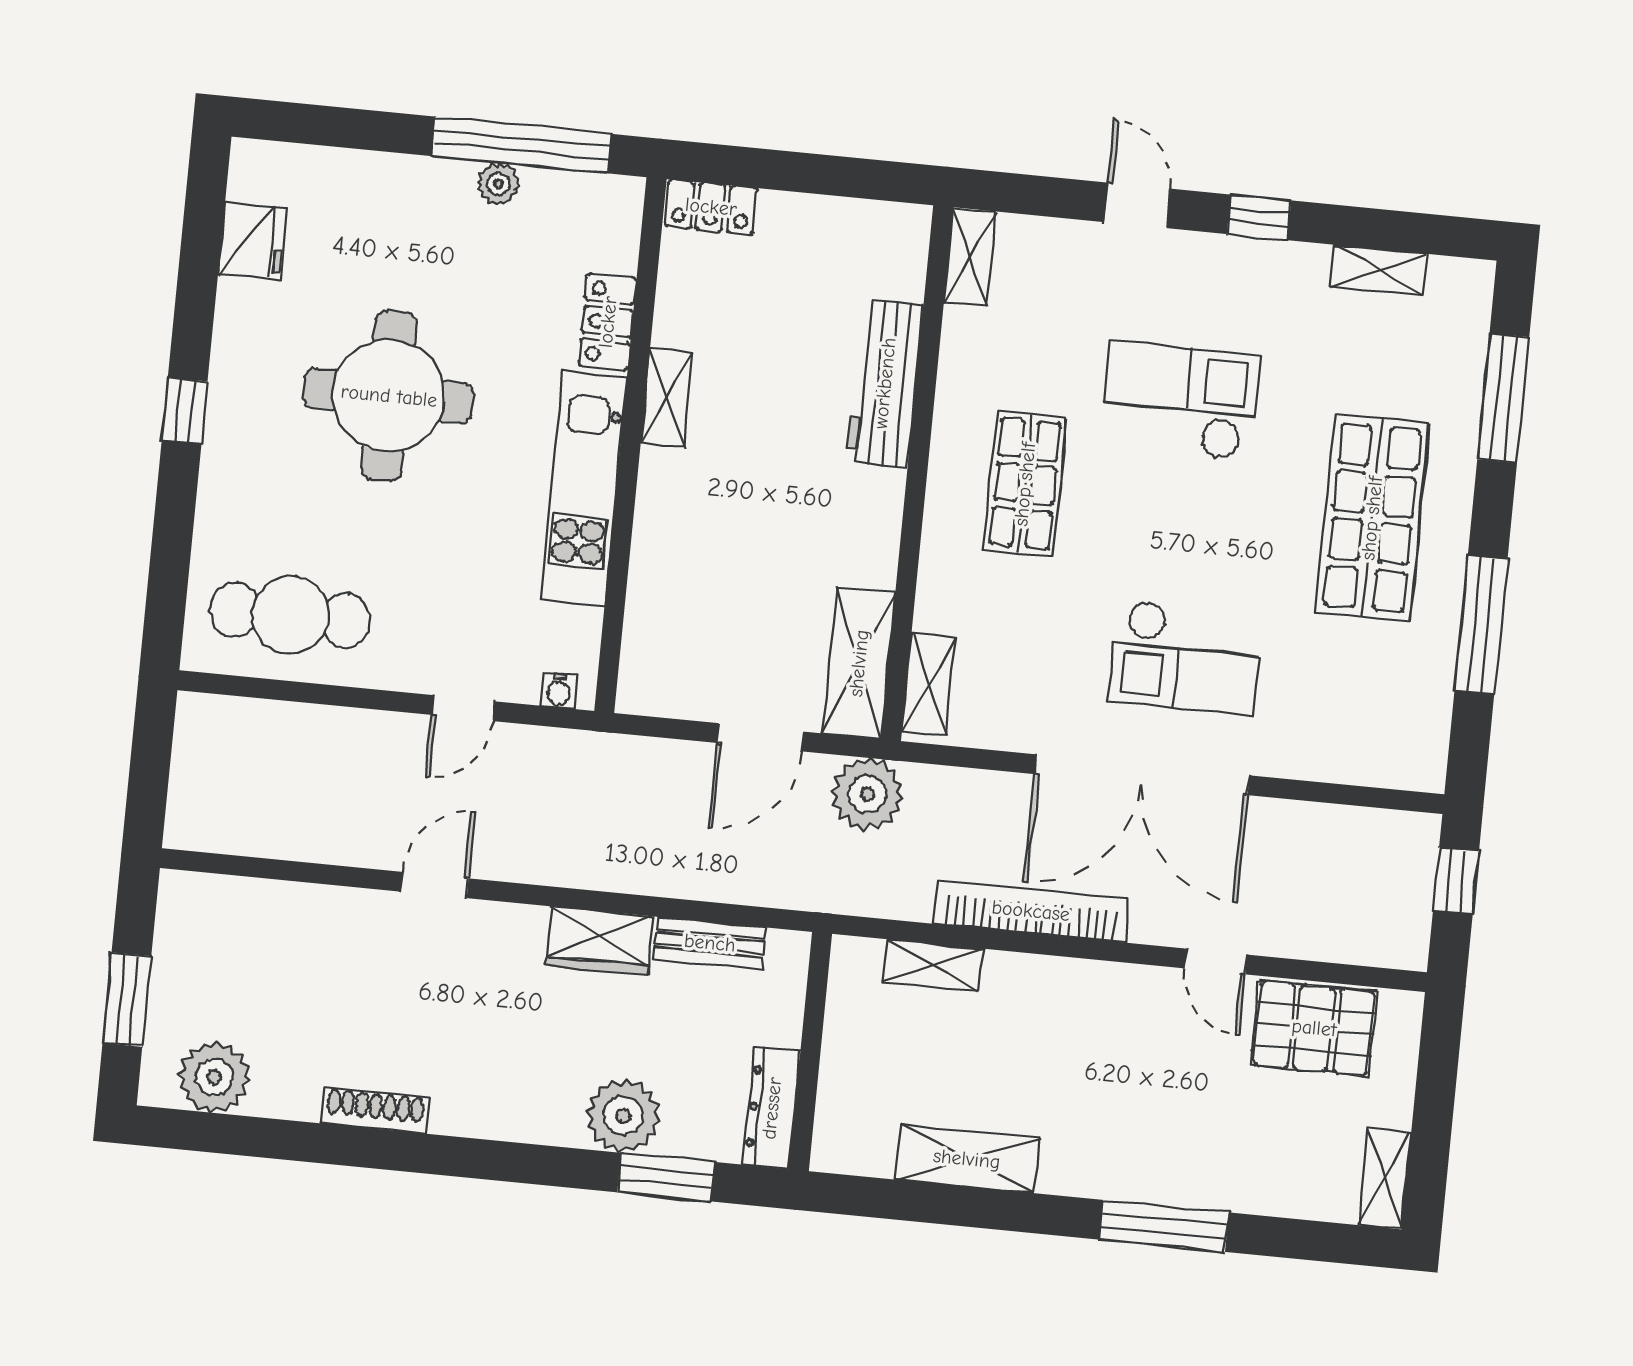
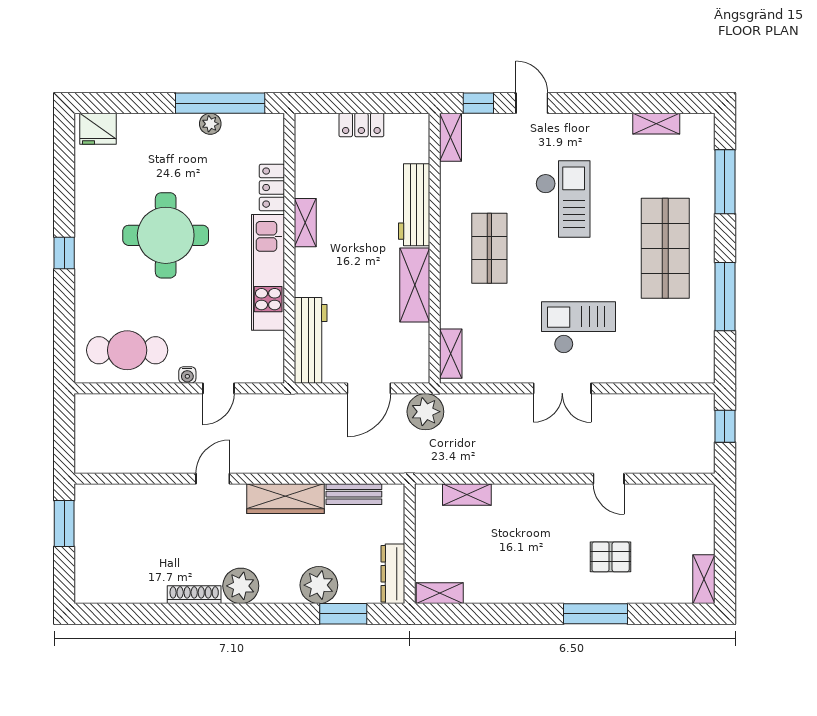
locker: (711, 207) -> (361, 125), moved
window: (1259, 217) -> (478, 103), moved
fridge: (253, 241) -> (98, 129), moved, turned 90
checkout: (1180, 401) -> (563, 199), turned 90
workbench: (654, 631) -> (311, 340), added
checkout: (1186, 657) -> (578, 327), turned 180
shelving: (859, 663) -> (415, 285), moved
water cooler: (559, 691) -> (187, 375), moved
double door: (1142, 775) -> (562, 388), width x0.54
bookcase: (1031, 911) -> (513, 463), removed
wardrobe: (600, 941) -> (285, 499), width x1.50
window: (127, 1000) -> (64, 523), moved
pallet: (1314, 1028) -> (611, 557), moved, width x0.67, depth x0.71
plant: (214, 1077) -> (241, 586), moved
shelving: (967, 1159) -> (440, 593), moved, width x0.67, depth x0.75

